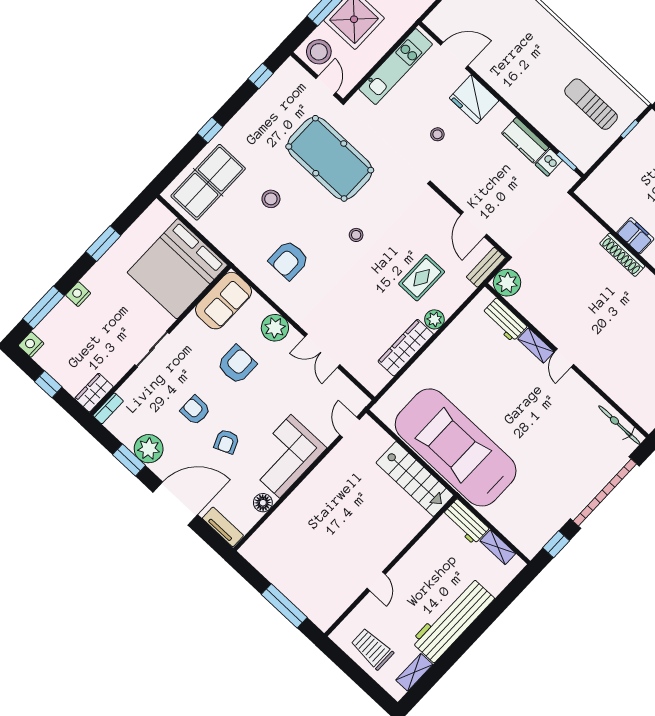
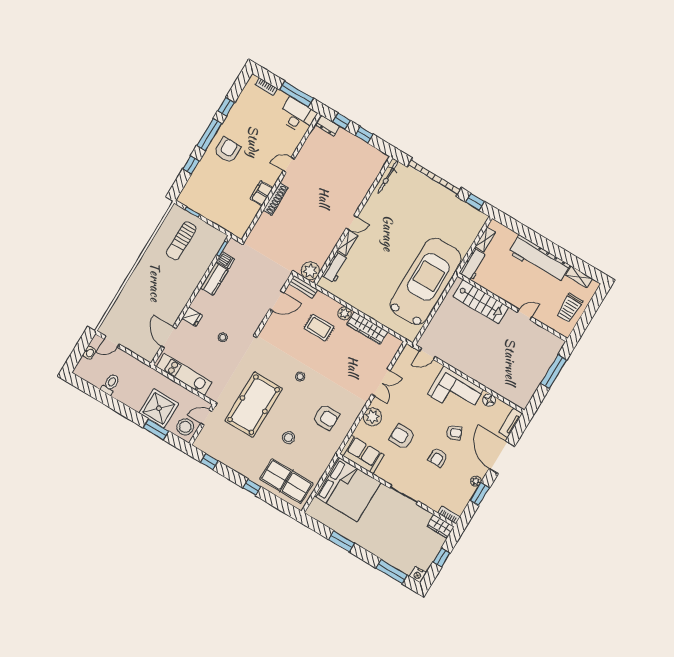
fridge: (474, 99) -> (192, 317), width x0.53, depth x0.75
nightstand: (78, 294) -> (378, 551), removed
car: (456, 447) -> (426, 281), turned 180
plant: (149, 449) -> (476, 481), width x0.53, depth x0.53
stairs: (415, 479) -> (481, 302), moved, turned 90

